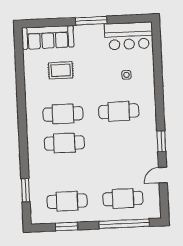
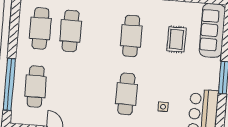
cafe table: (64, 143) -> (71, 31), moved
window: (67, 227) -> (14, 24), removed

